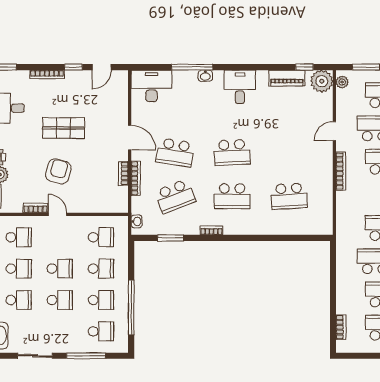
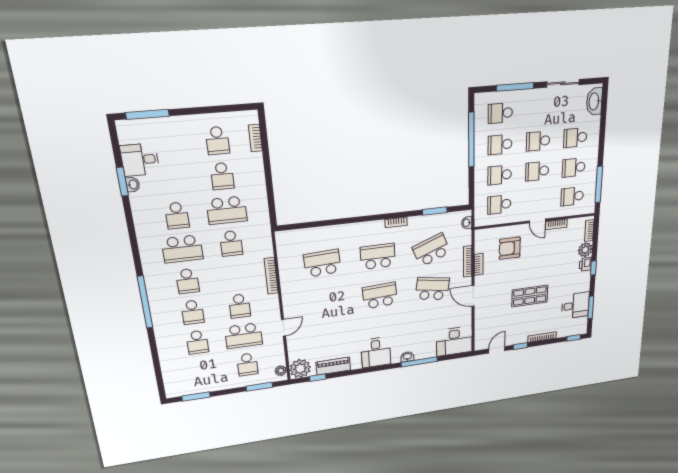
armchair: (58, 171) -> (510, 248), moved, turned 75
bookcase: (341, 171) -> (271, 276), moved

